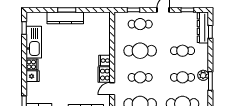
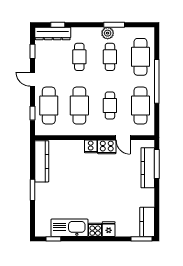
kitchen counter: (65, 18) -> (42, 161), moved
cafe table: (140, 24) -> (49, 106), width x1.37, depth x1.35

